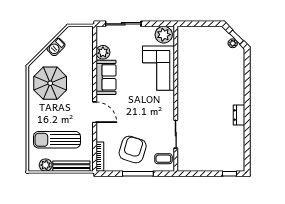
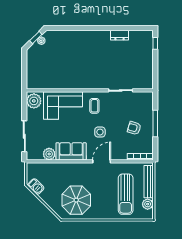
barbecue: (56, 47) -> (36, 186), moved
side table: (128, 110) -> (100, 132), added
dresser: (239, 115) -> (120, 35), moved
armchair: (133, 149) -> (134, 128), width x0.53, depth x0.53
coffee table: (163, 159) -> (94, 106), moved

